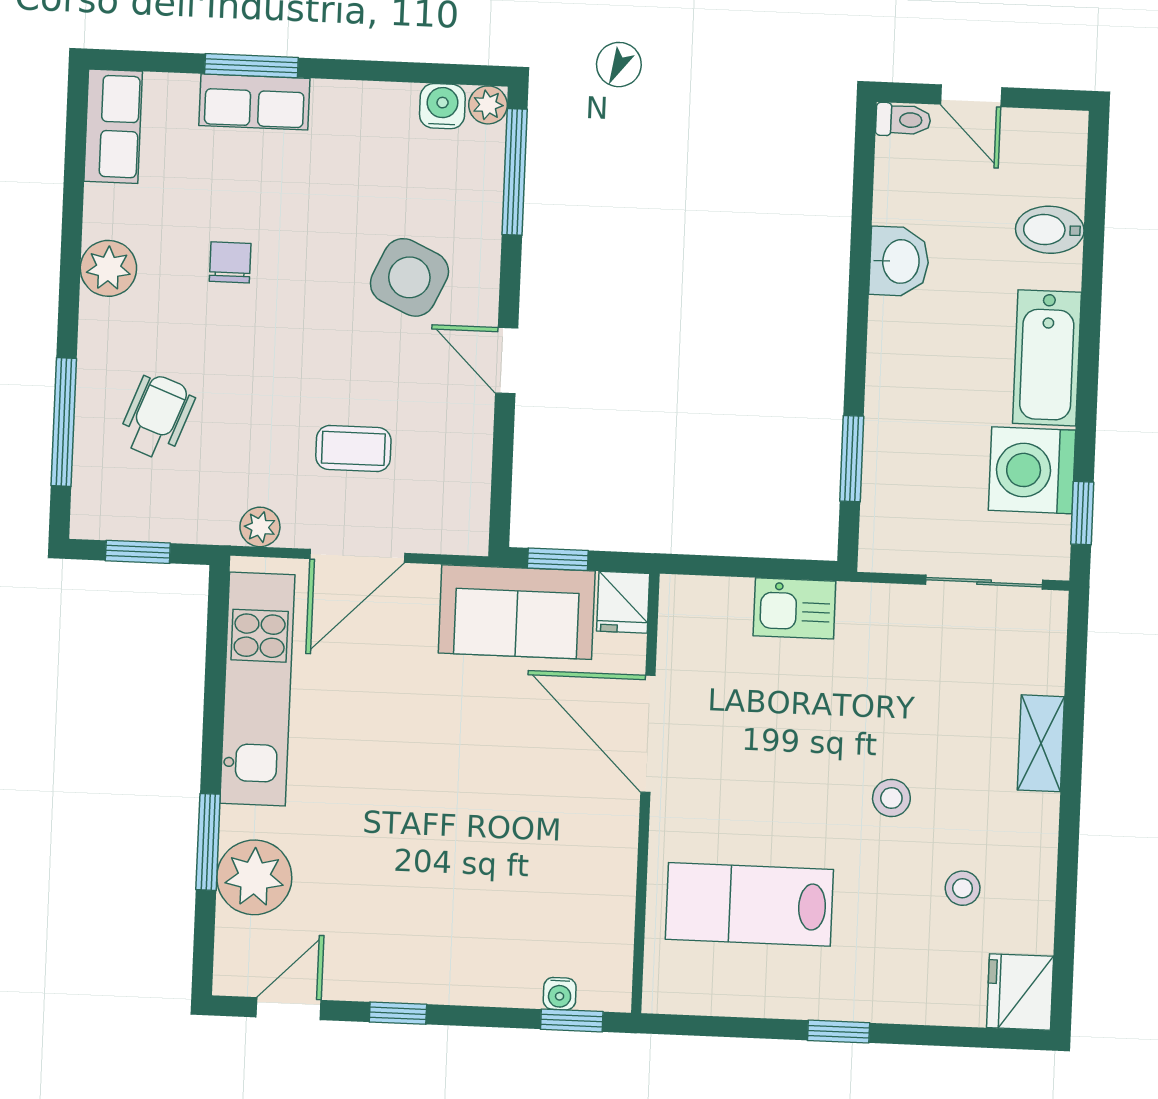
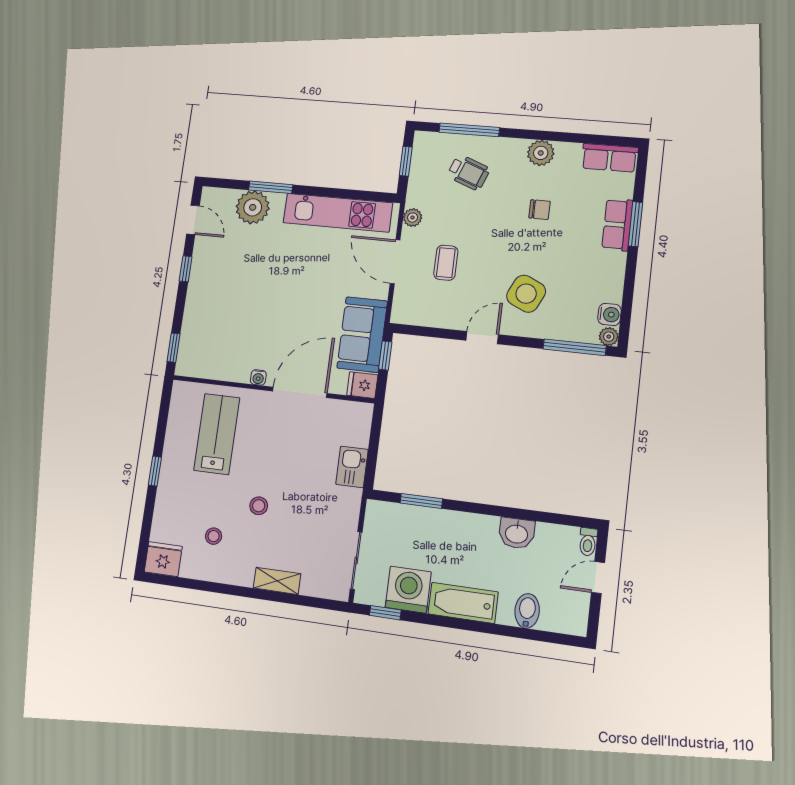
water cooler: (560, 994) -> (258, 377), moved, turned -90

